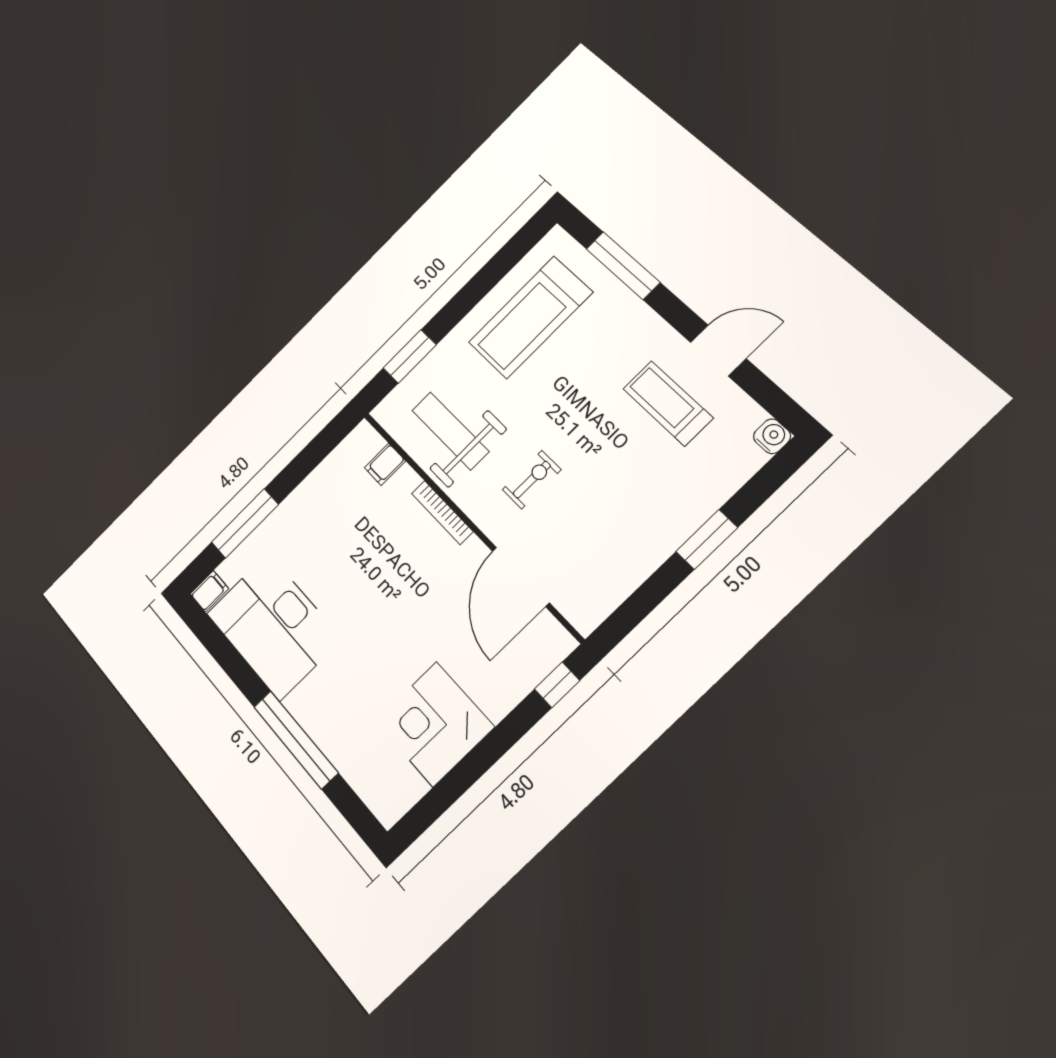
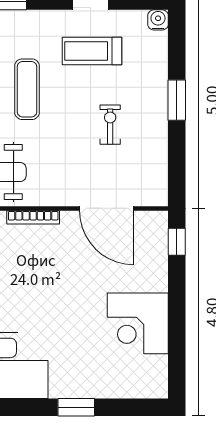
exercise mat: (563, 380) -> (27, 89), added
exercise bike: (532, 480) -> (110, 125), moved
window: (296, 740) -> (76, 407), width x0.47

